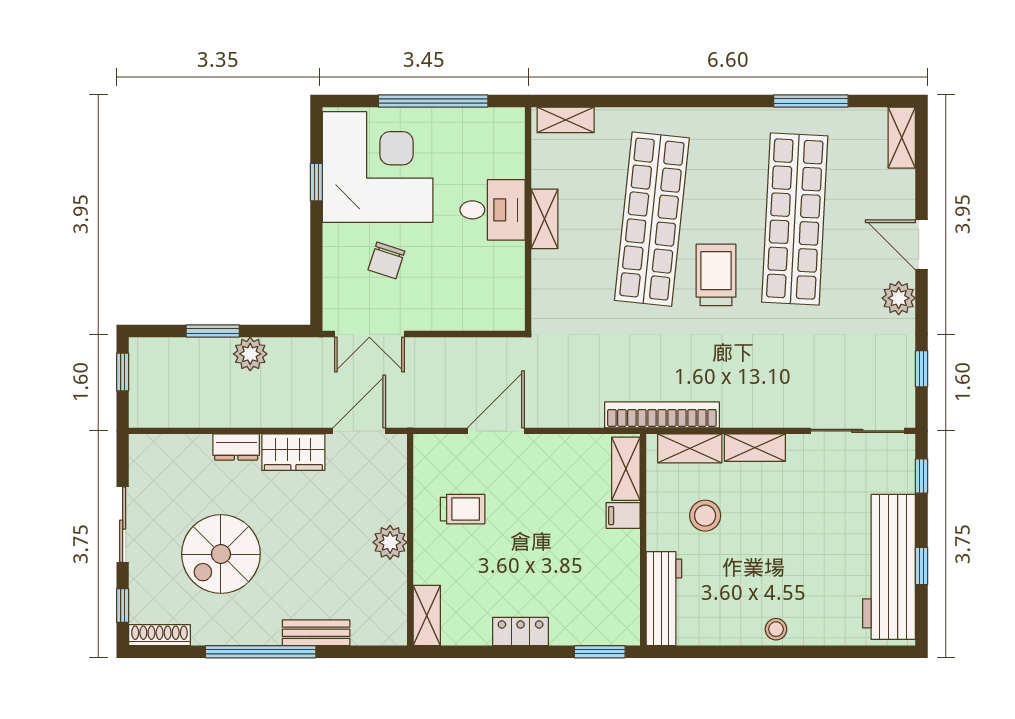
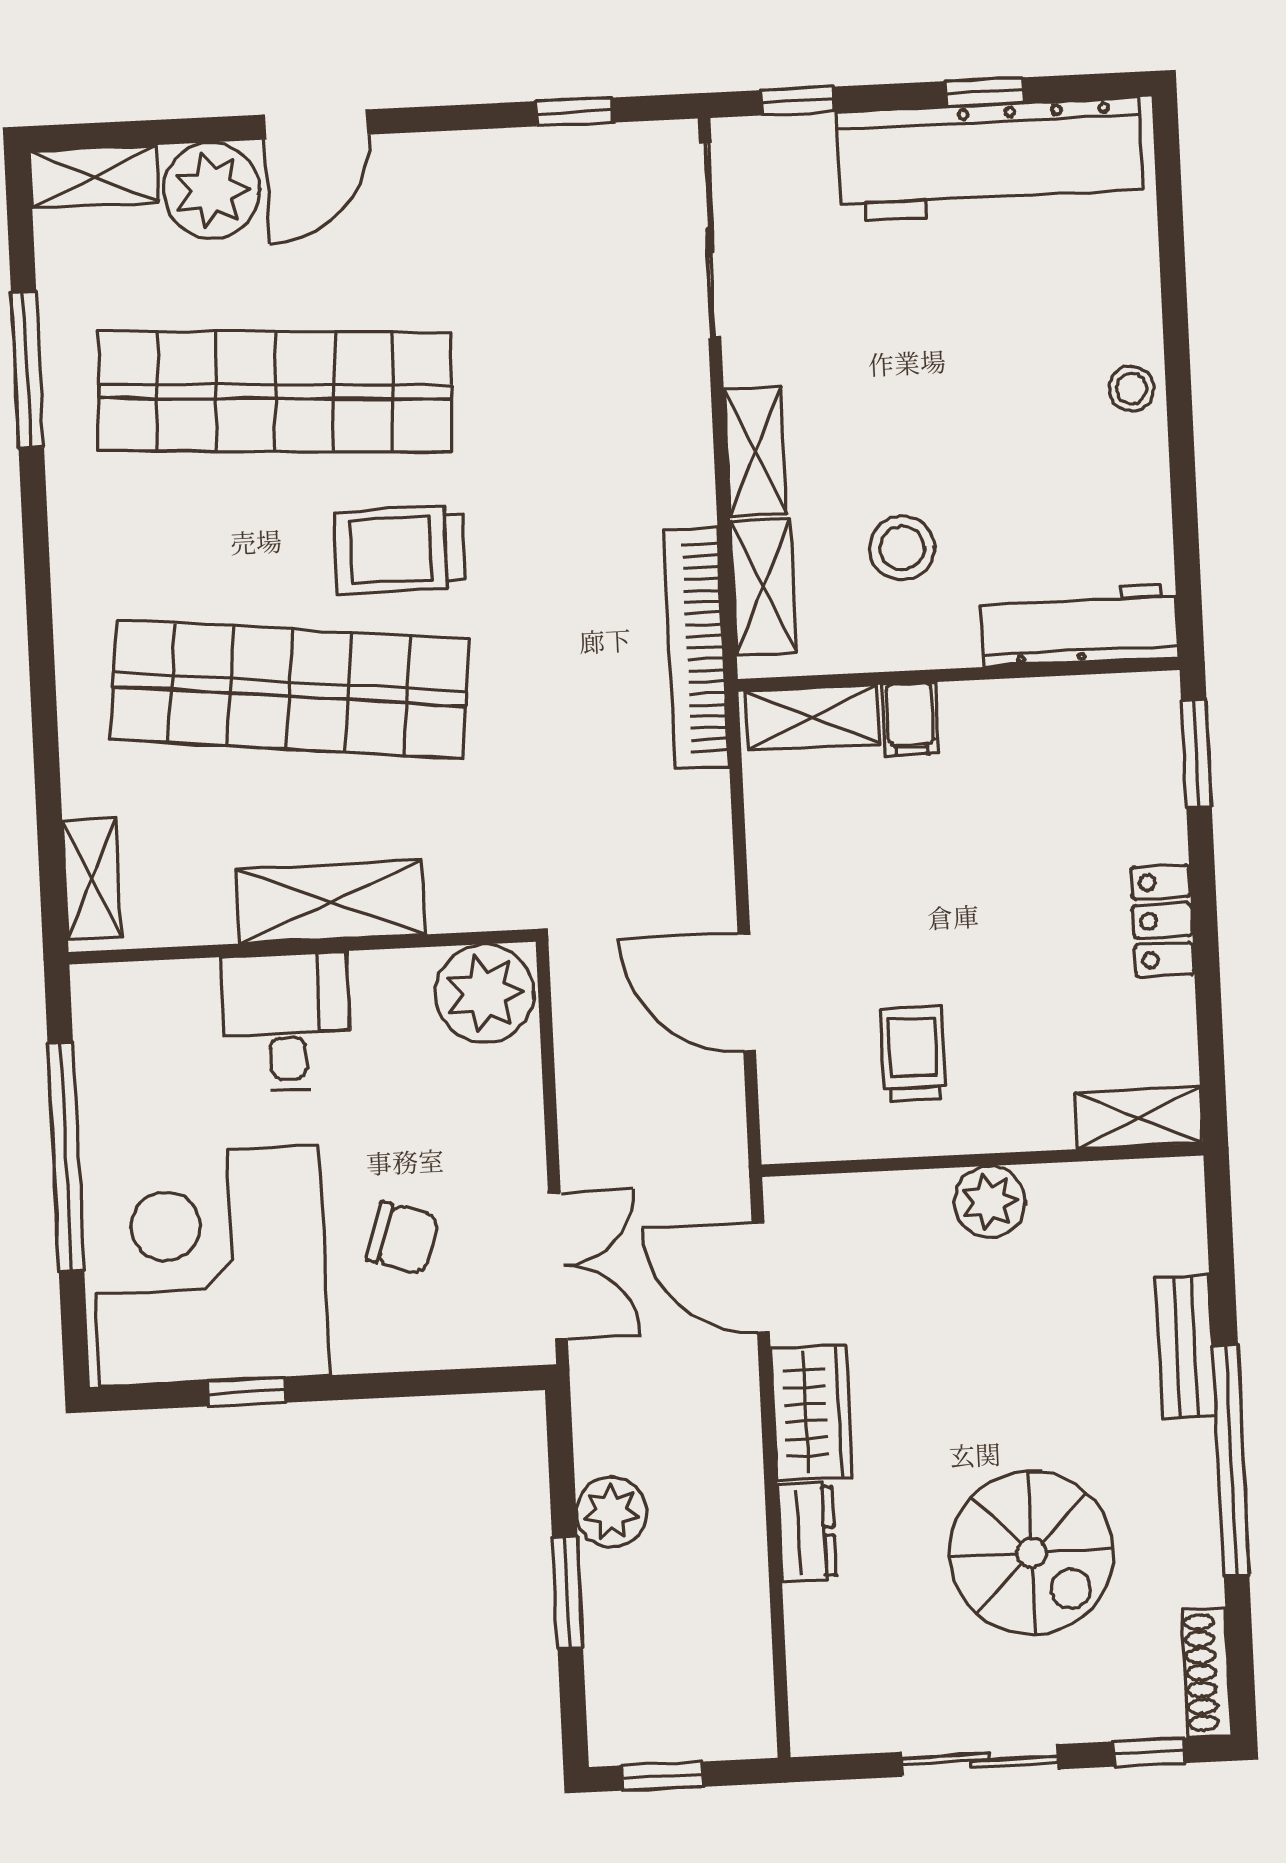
shelving: (545, 219) -> (331, 902), width x1.50, depth x1.33
plant: (899, 298) -> (212, 190), moved, width x1.36, depth x1.36
plant: (502, 305) -> (485, 993), added

